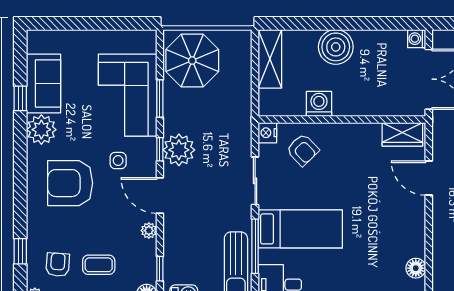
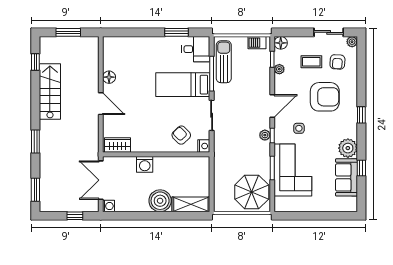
shelving: (270, 59) -> (191, 204), moved, turned 90
washing machine: (319, 104) -> (145, 164), moved
plant: (179, 150) -> (265, 135), width x0.53, depth x0.53
door: (429, 178) -> (101, 104), moved
armchair: (70, 183) -> (325, 97), moved
door: (160, 195) -> (272, 106), hinge flipped
plant: (149, 231) -> (279, 69), moved
window: (20, 251) -> (361, 115), moved
floor lamp: (416, 268) -> (109, 77), moved

